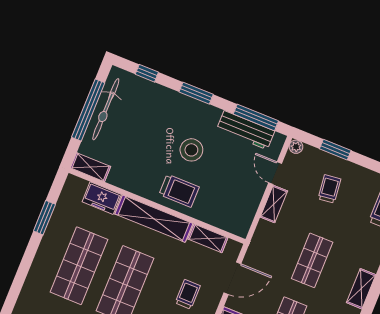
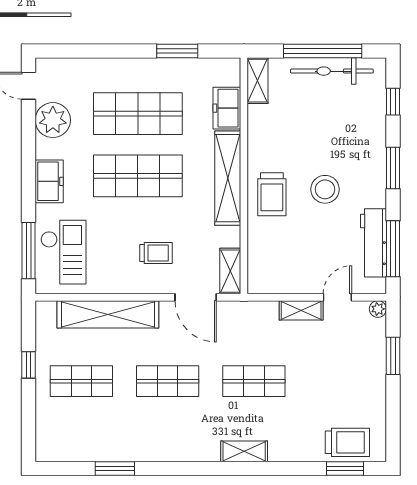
trolley: (329, 189) -> (345, 368), removed
shelving: (208, 238) -> (230, 271), moved

